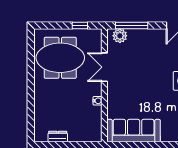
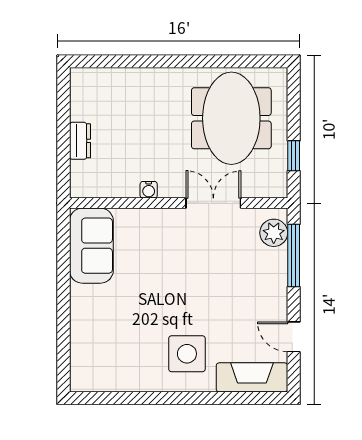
sofa: (134, 131) -> (91, 246), width x0.73
dresser: (58, 136) -> (80, 141), moved

